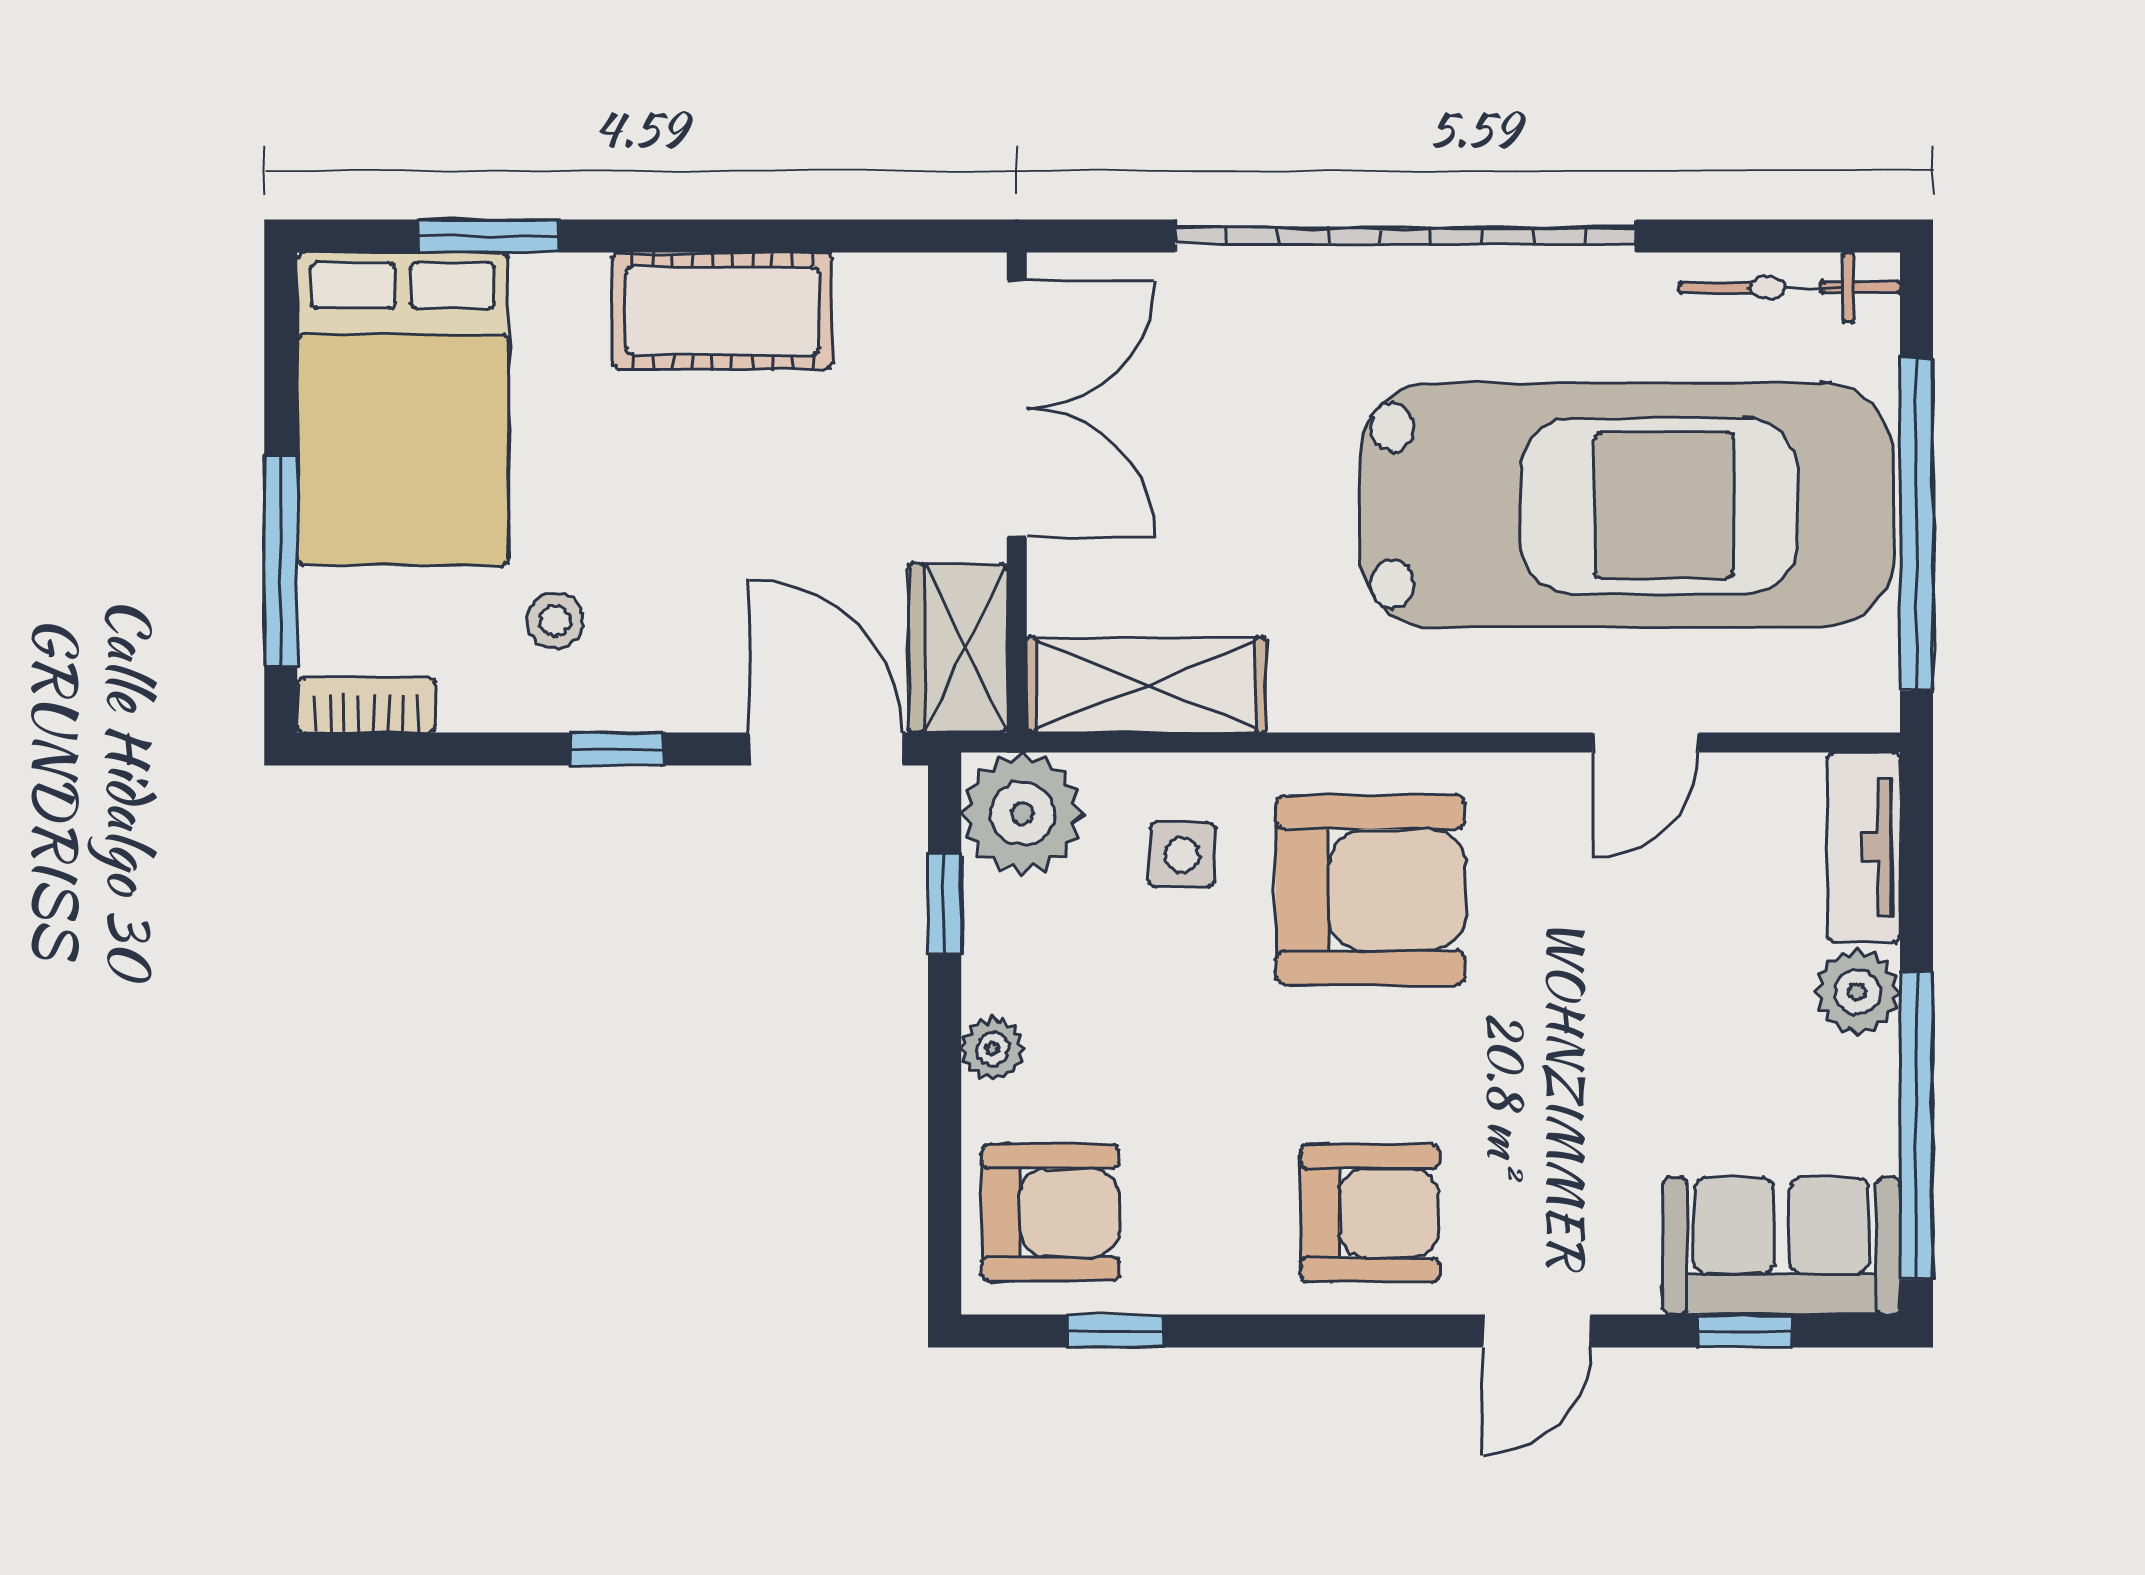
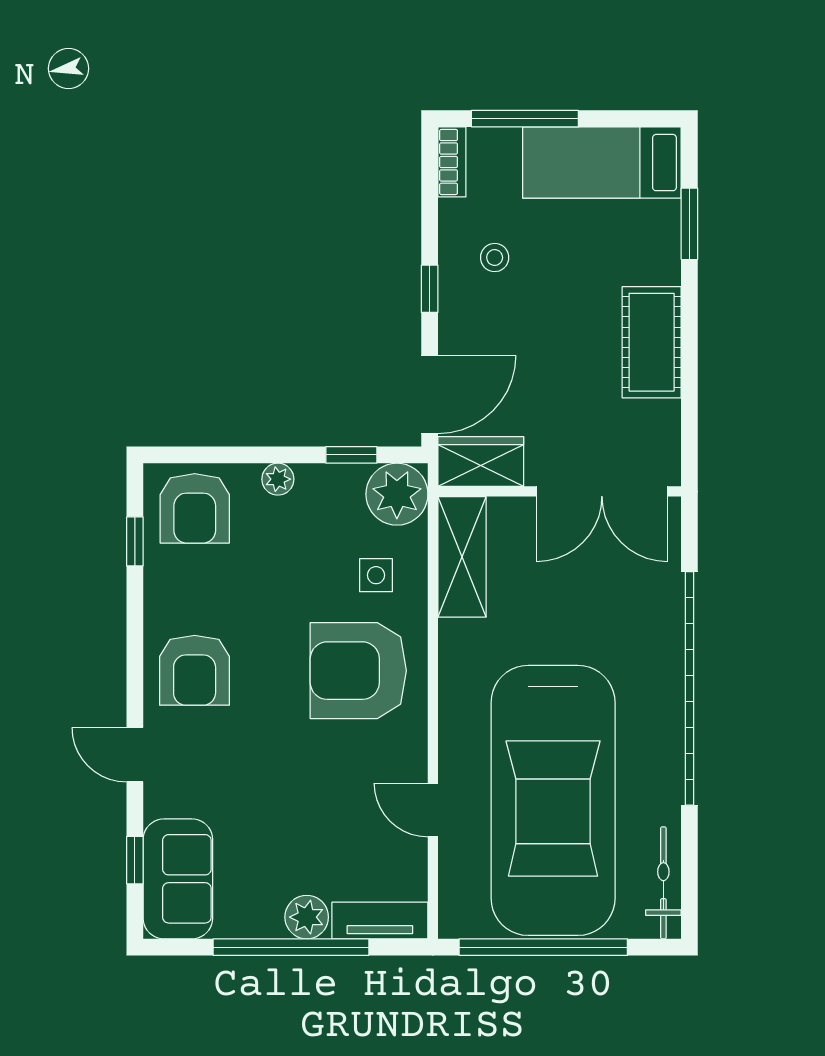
bed: (403, 409) -> (602, 163), width x0.67
armchair: (1371, 890) -> (358, 671), turned 90
window: (1917, 1125) -> (291, 947), moved

